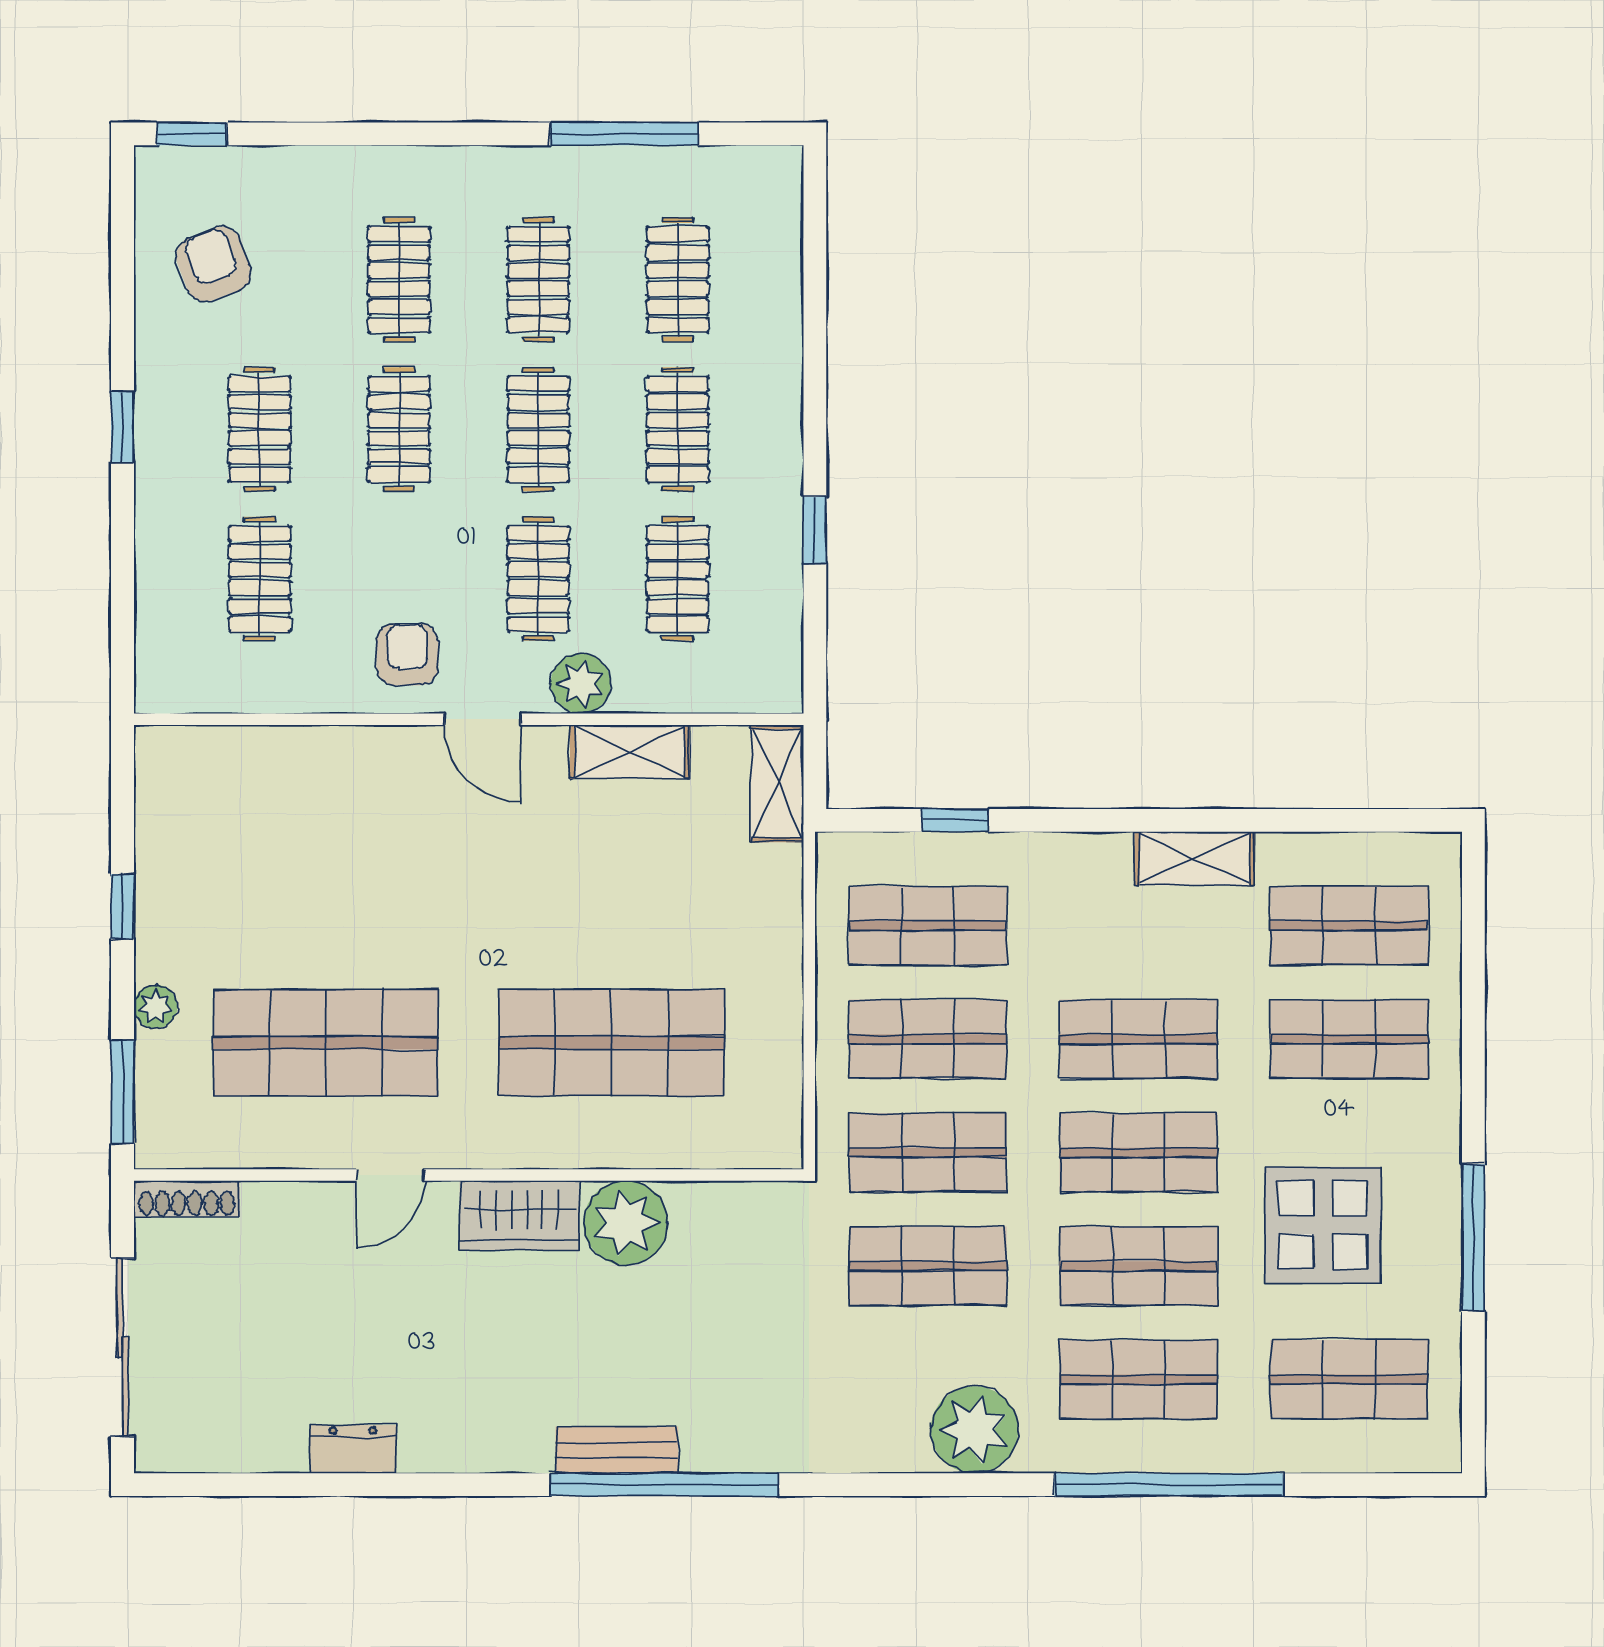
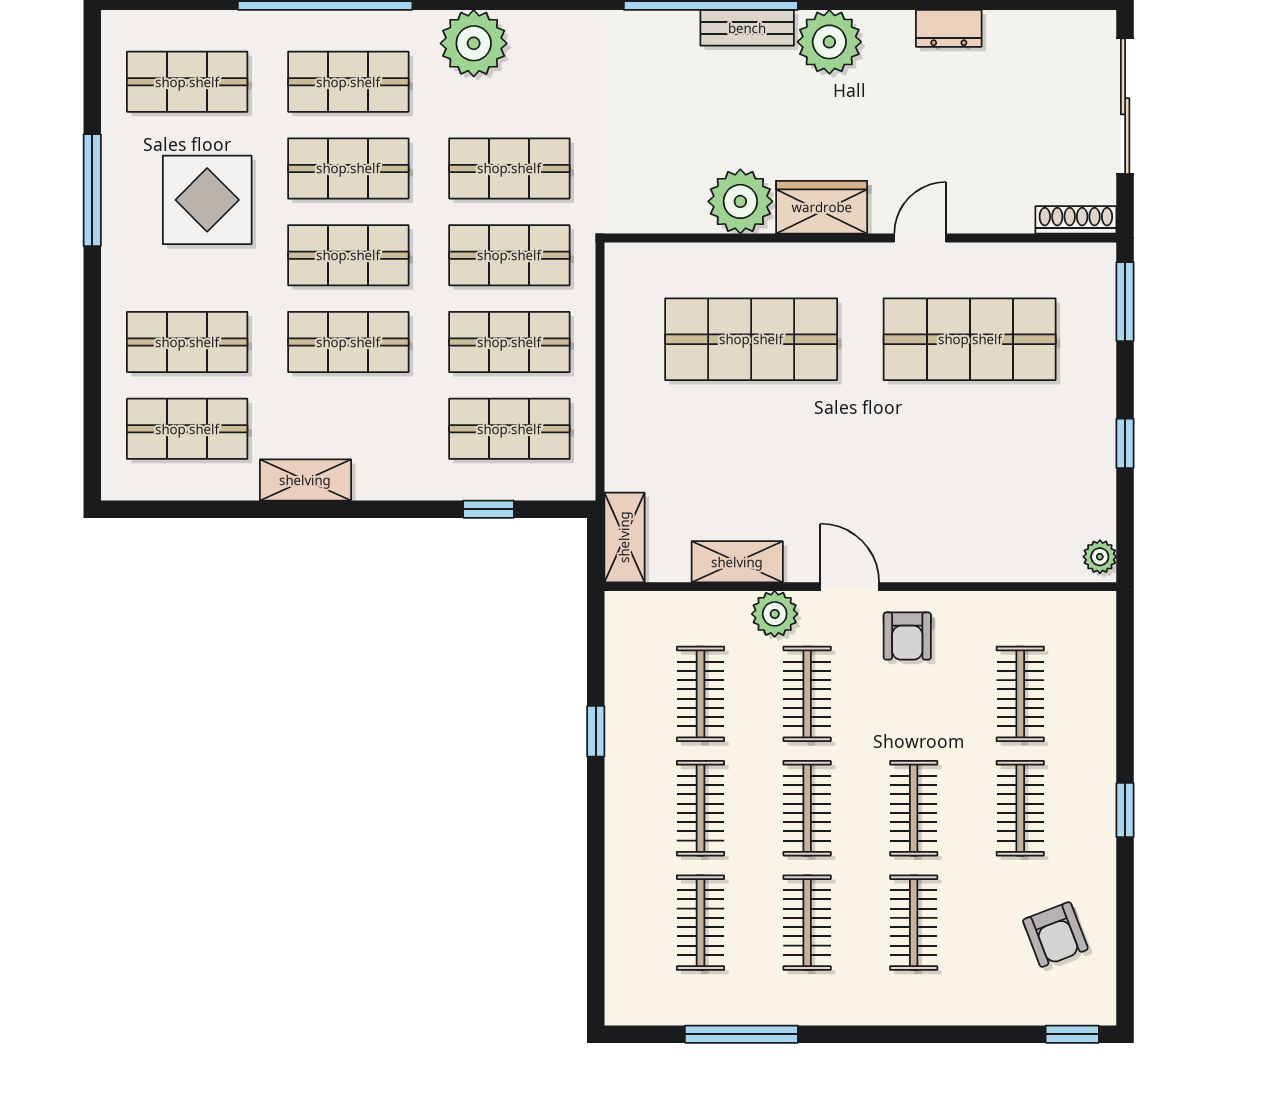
plant: (156, 1007) -> (1100, 557), moved
plant: (509, 1432) -> (829, 42), added

